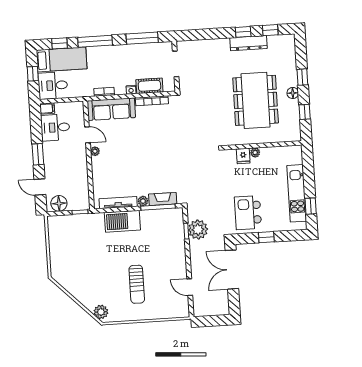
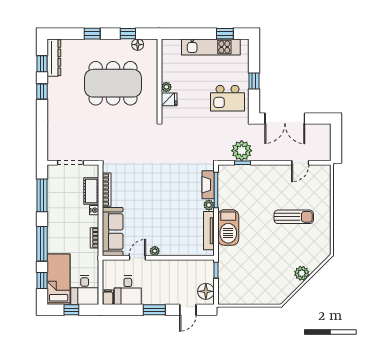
dresser: (248, 43) -> (54, 58), moved
floor lamp: (293, 93) -> (138, 45), moved
plant: (101, 312) -> (302, 273), moved

